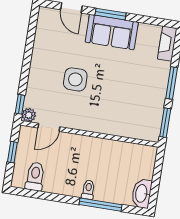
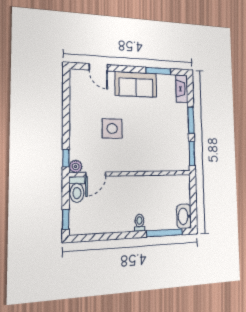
window: (110, 14) -> (158, 71), moved
window: (12, 152) -> (66, 219), moved
toilet: (35, 177) -> (77, 189), moved, turned 180
window: (101, 205) -> (165, 233), moved

